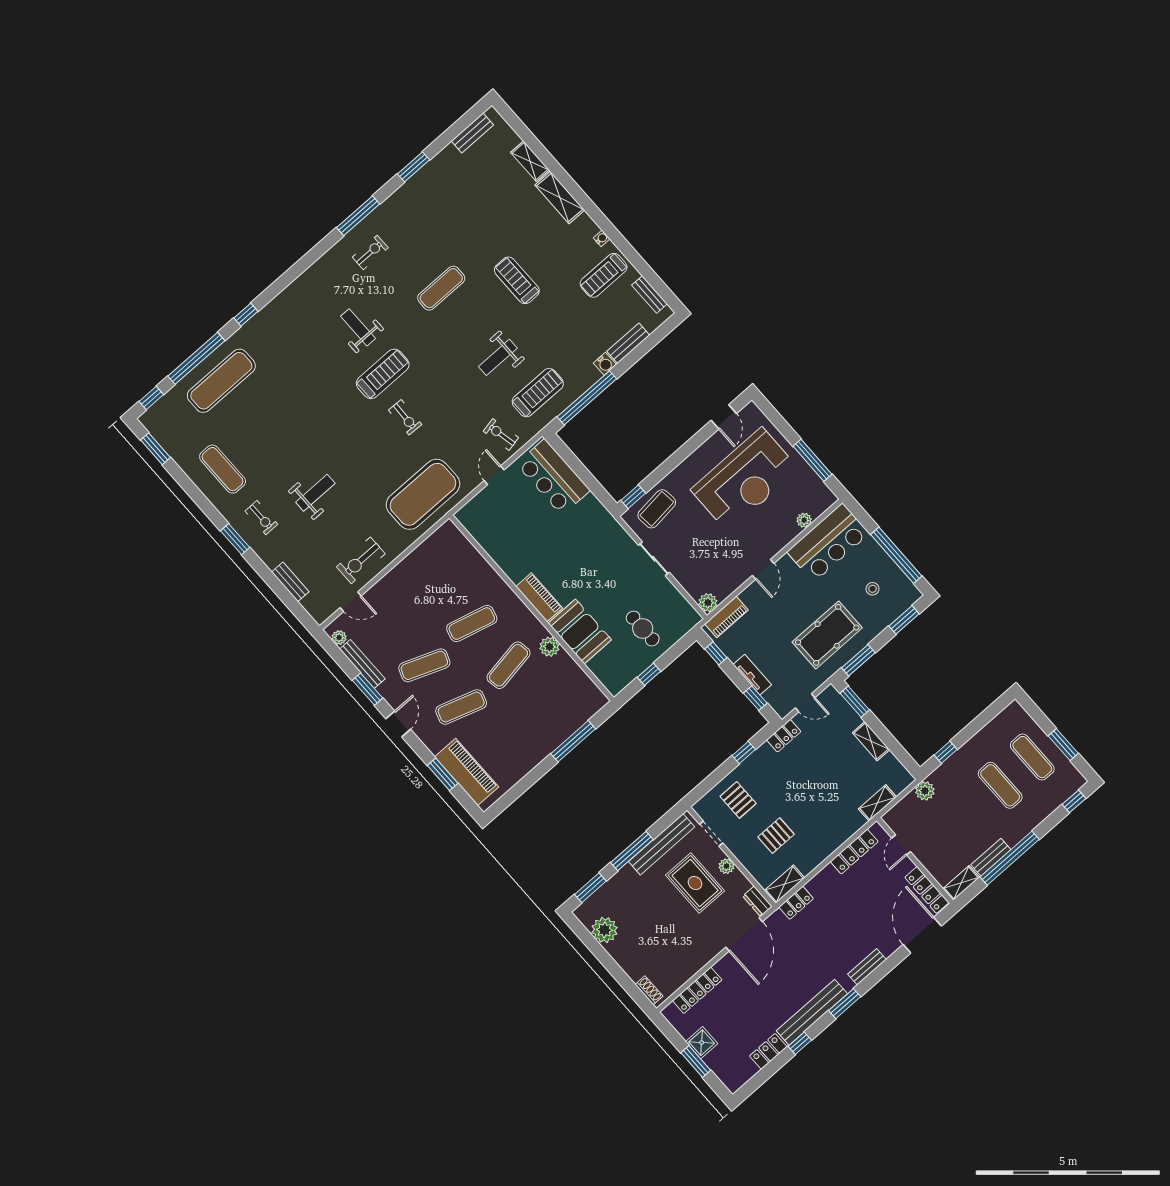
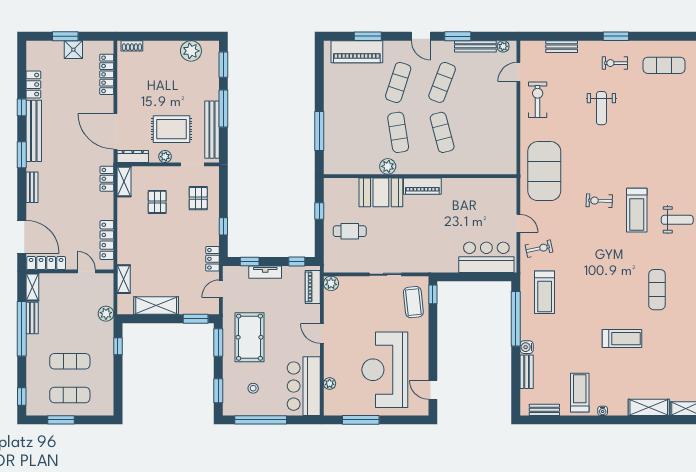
weight bench: (498, 357) -> (586, 287), removed
exercise mat: (472, 624) -> (442, 132), turned -30
shelving: (871, 741) -> (156, 306), width x1.50, depth x1.33
pallet: (738, 800) -> (198, 198), turned 90
dresser: (757, 901) -> (133, 157), width x1.44

